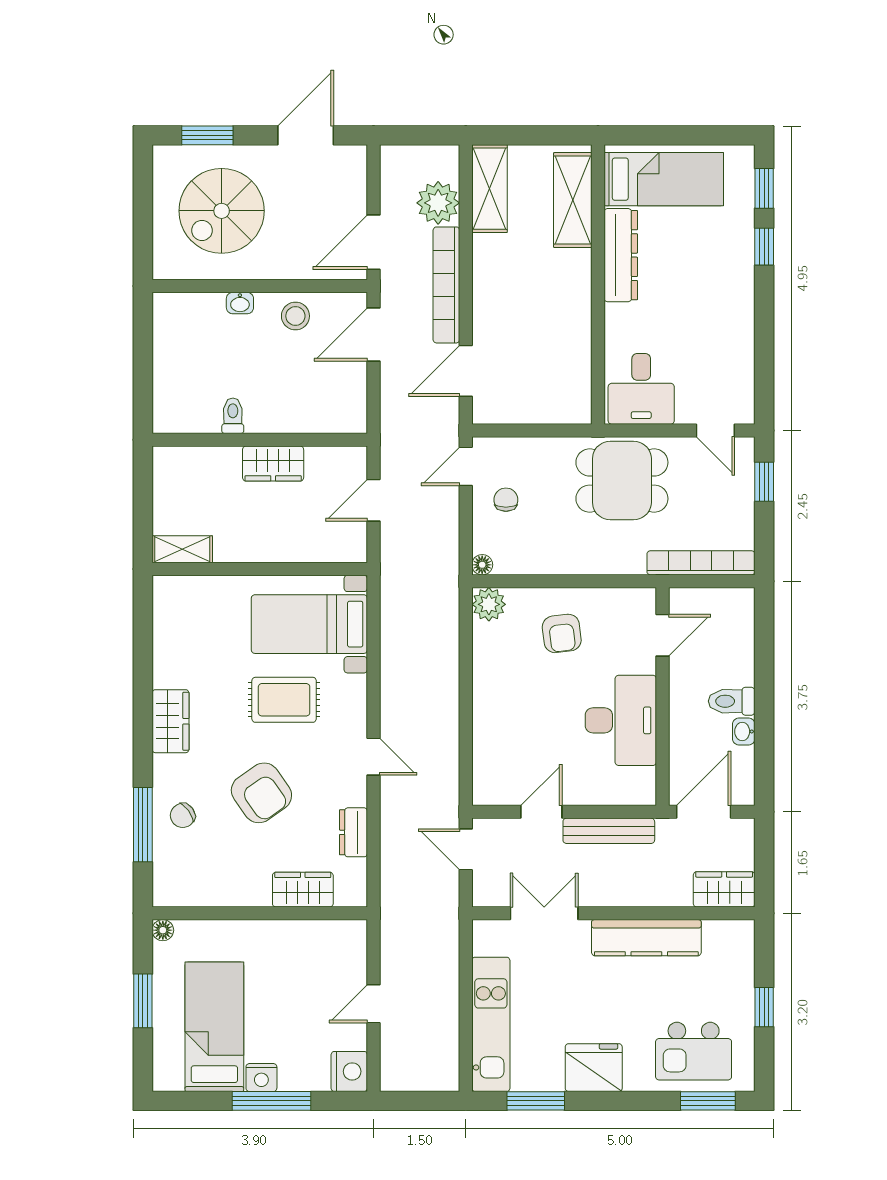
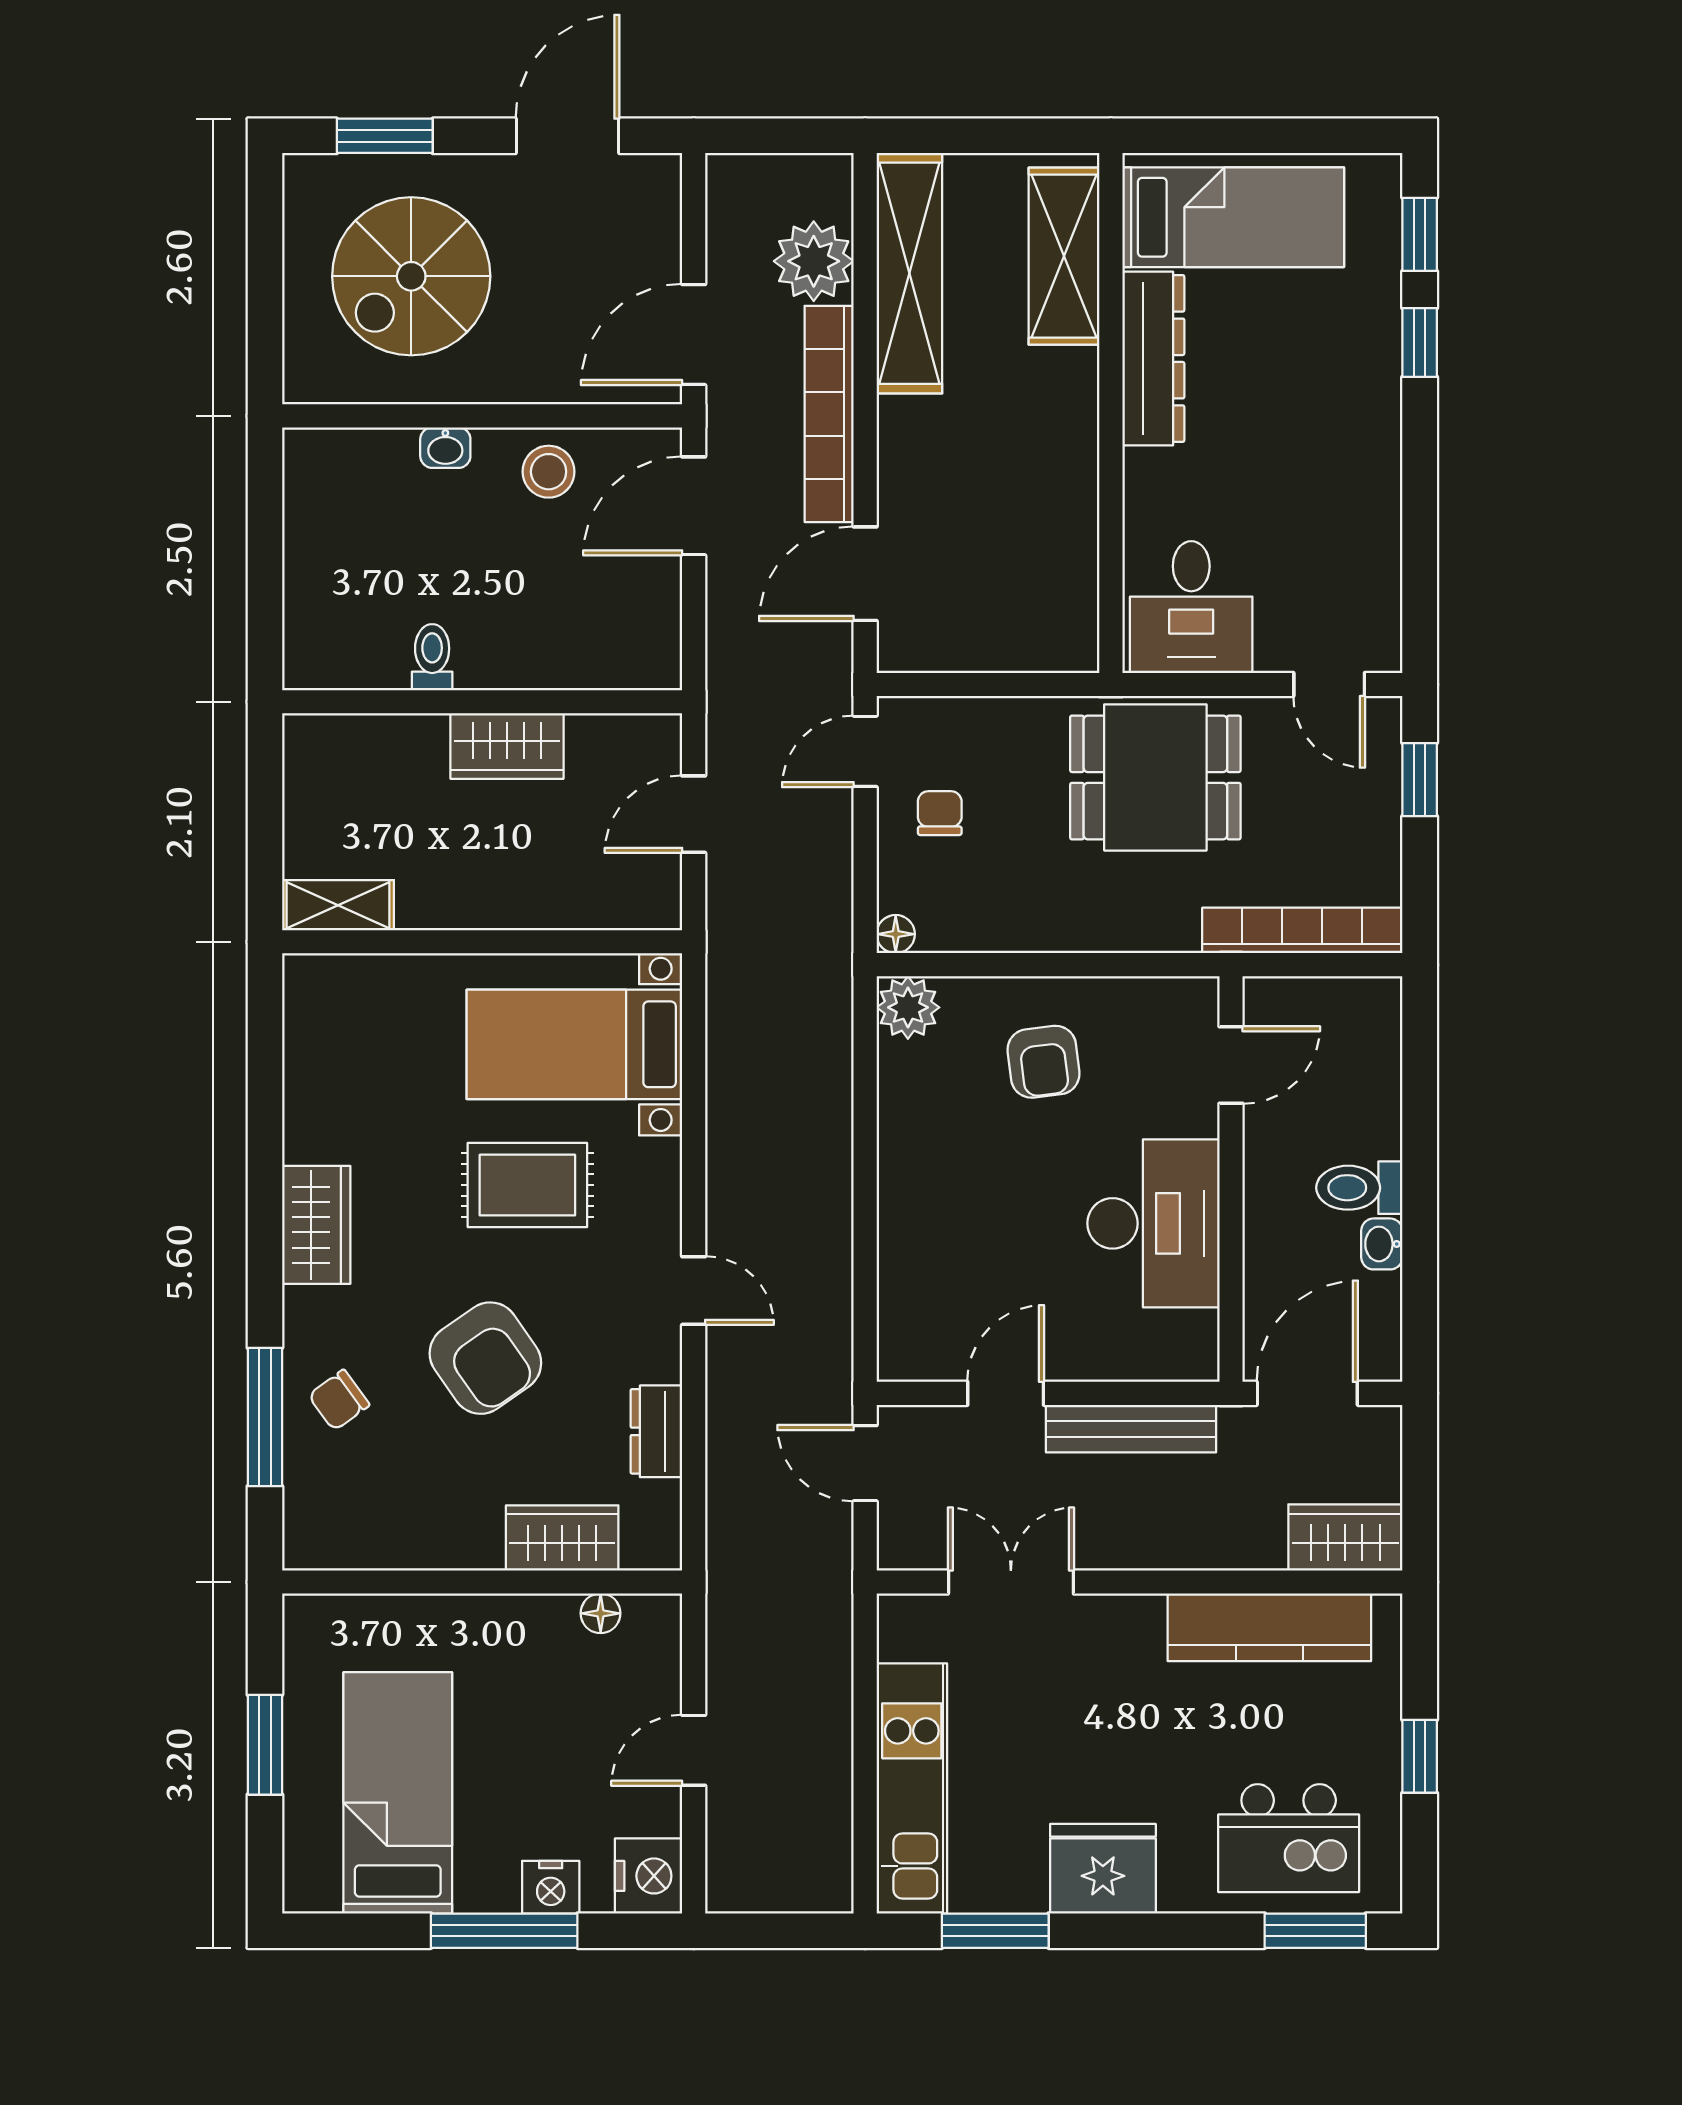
shelving: (490, 189) -> (909, 273), width x1.47
floor lamp: (163, 930) -> (601, 1613), moved
kitchen counter: (646, 938) -> (1269, 1627), moved
nightstand: (261, 1078) -> (551, 1887), moved

